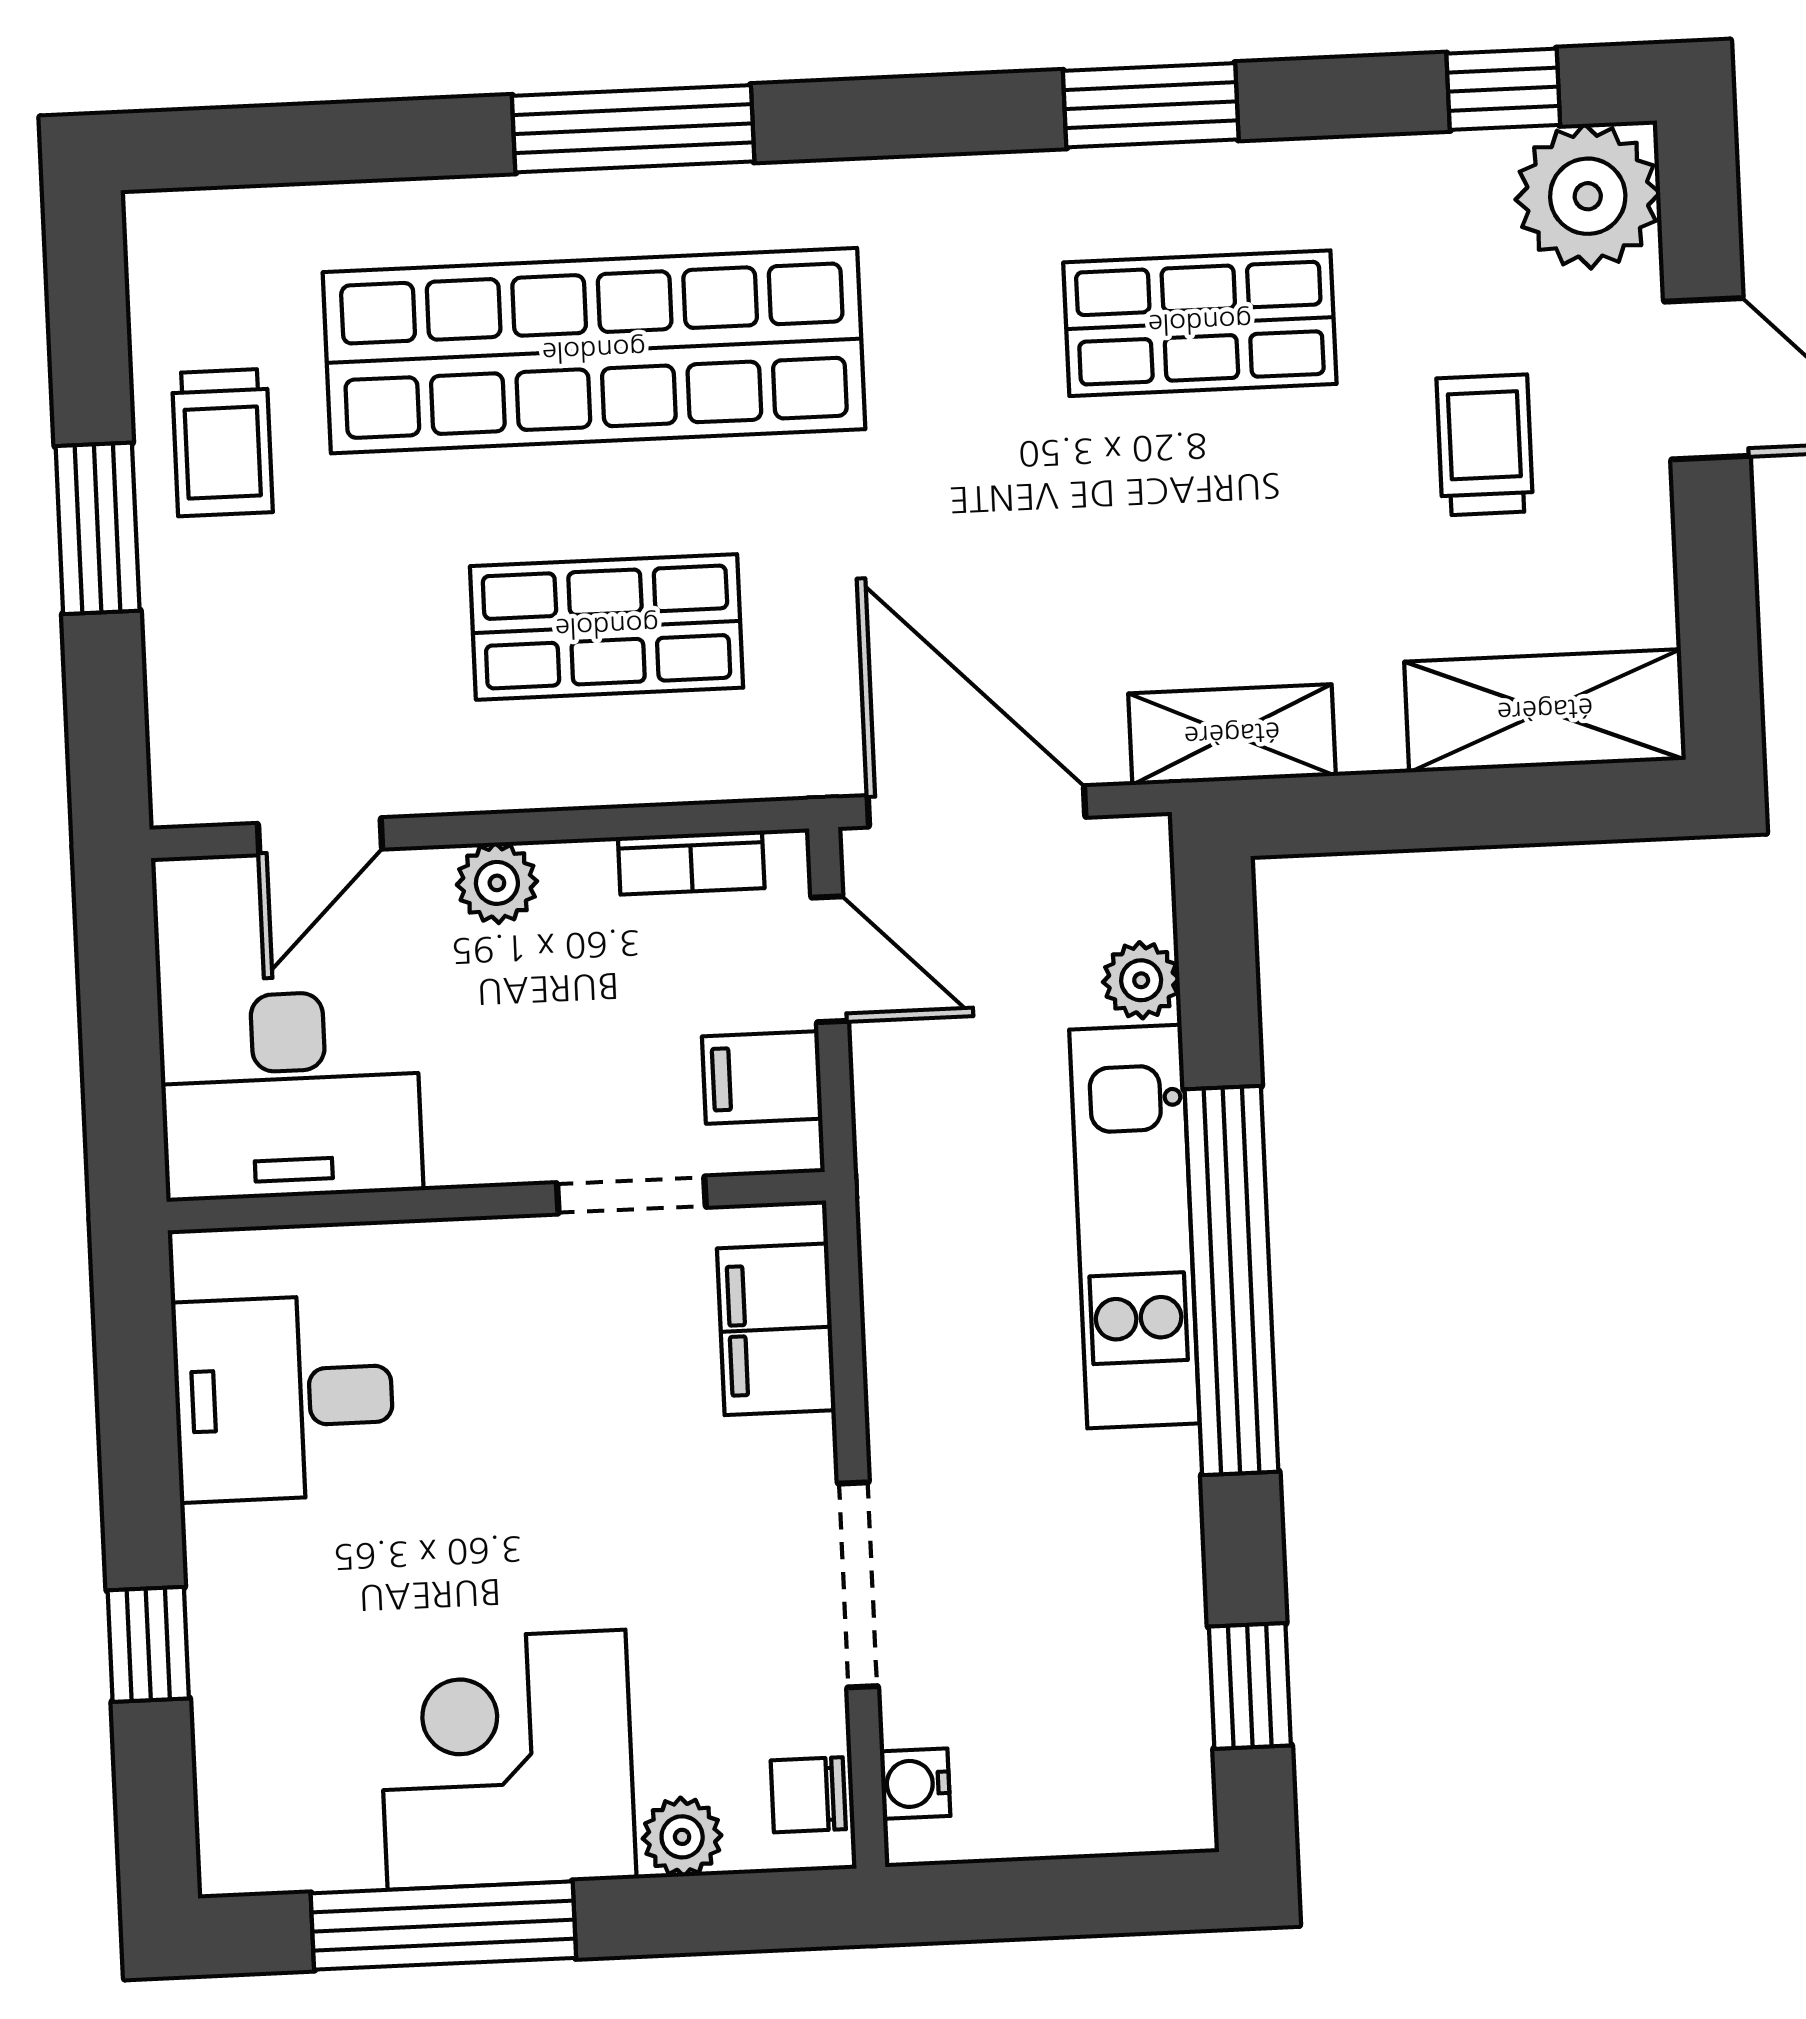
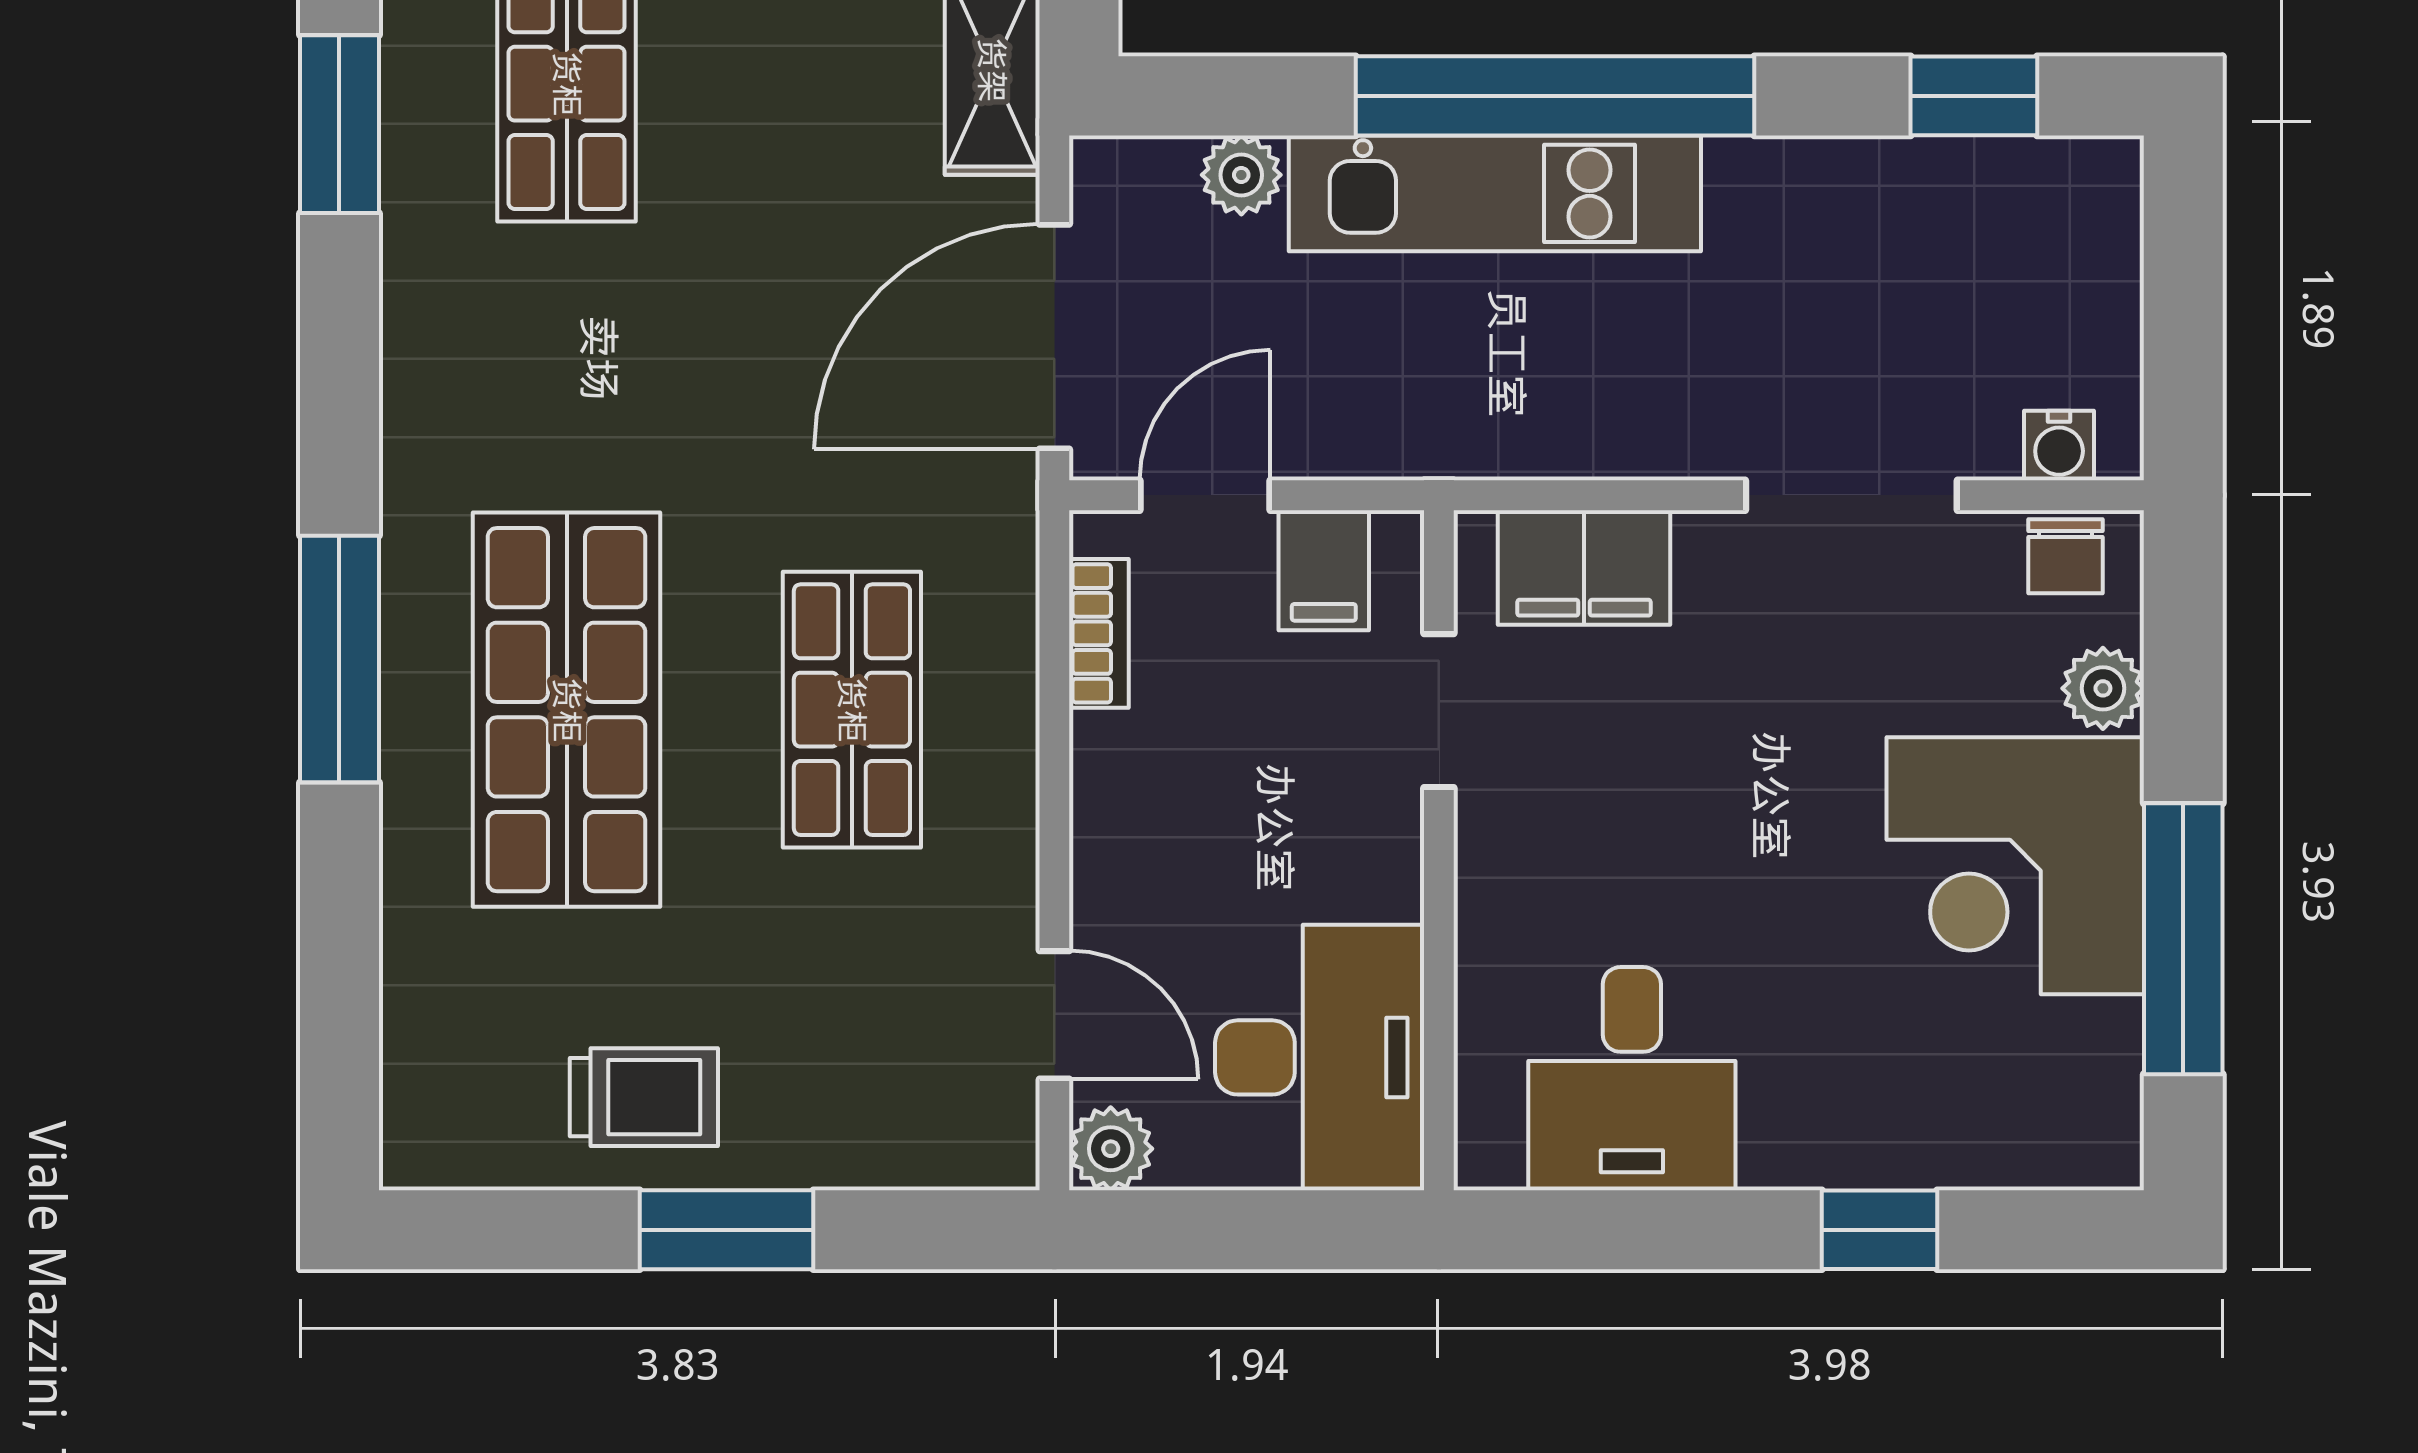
shop shelf: (594, 351) -> (567, 710), width x0.71
plant: (497, 883) -> (1111, 1149), moved

